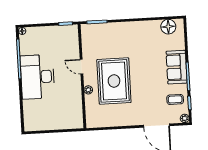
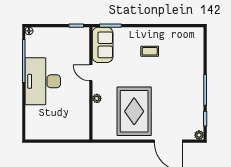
floor lamp: (168, 27) -> (187, 35), removed
sofa: (177, 67) -> (103, 45), moved, turned 180
rug: (114, 81) -> (134, 111), moved
coffee table: (175, 99) -> (150, 51), moved

